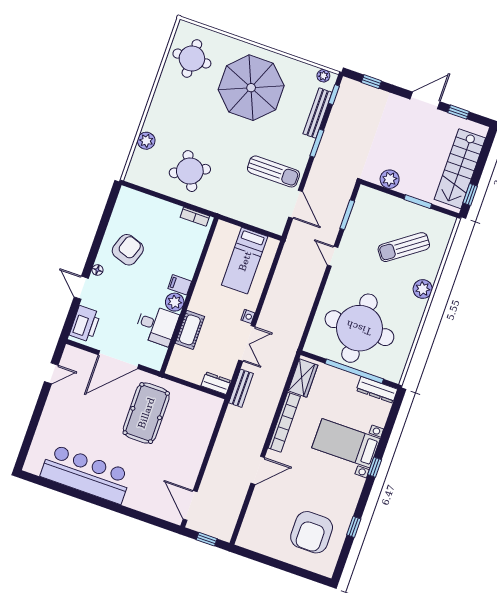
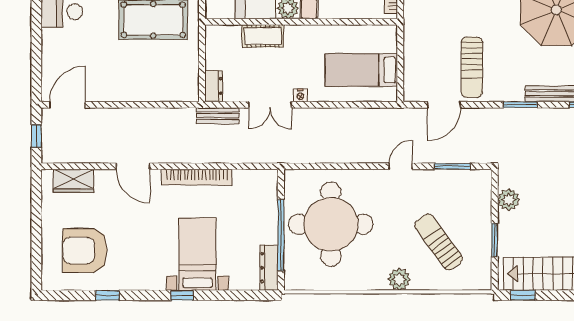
wardrobe: (303, 378) -> (73, 181), moved

